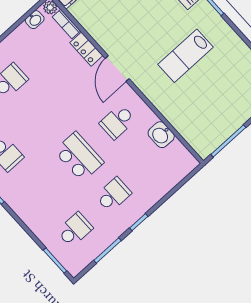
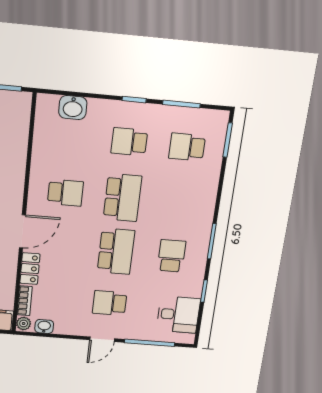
school desk: (44, 119) -> (116, 251), added
washbasin: (161, 135) -> (73, 108), moved, turned 90
school desk: (79, 157) -> (122, 198), turned 180

